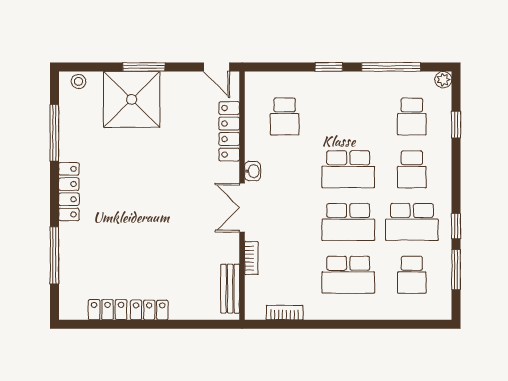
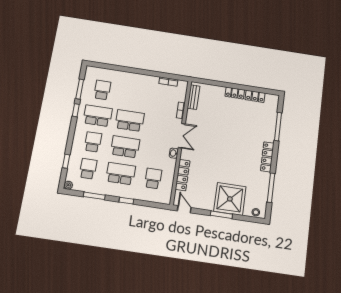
window: (391, 67) -> (94, 196), width x0.69
school desk: (348, 275) -> (121, 174), moved

